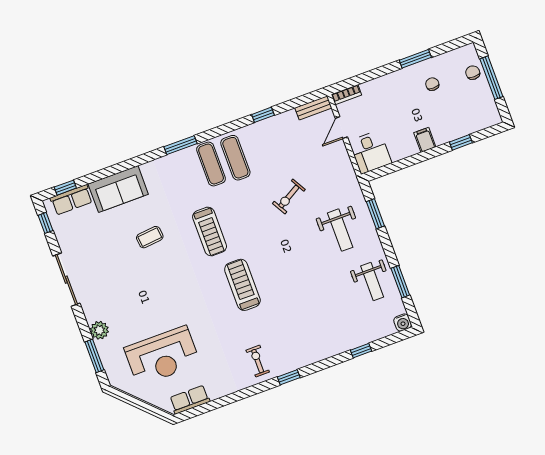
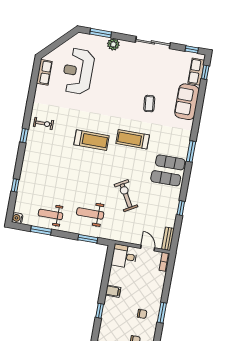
exercise bike: (289, 197) -> (126, 196), width x1.38, depth x1.39

